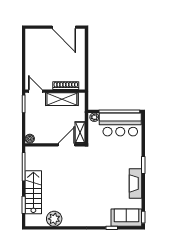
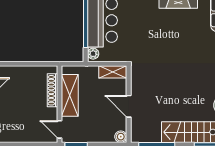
door: (35, 91) -> (60, 129), hinge flipped
door: (67, 145) -> (129, 106), moved

